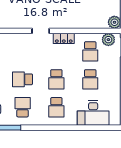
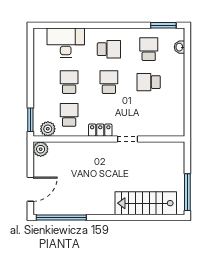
school desk: (23, 79) -> (149, 82), turned 180
school desk: (23, 107) -> (149, 49), turned 180
school desk: (56, 107) -> (109, 49), turned 90

